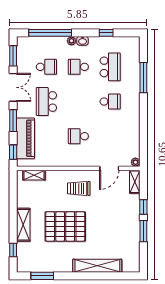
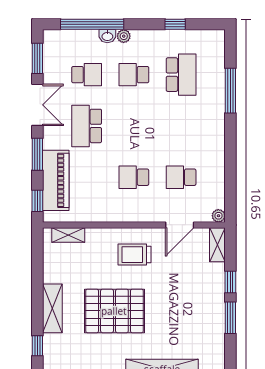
washbasin: (83, 41) -> (107, 36), moved
school desk: (110, 101) -> (181, 177), moved, turned 180

